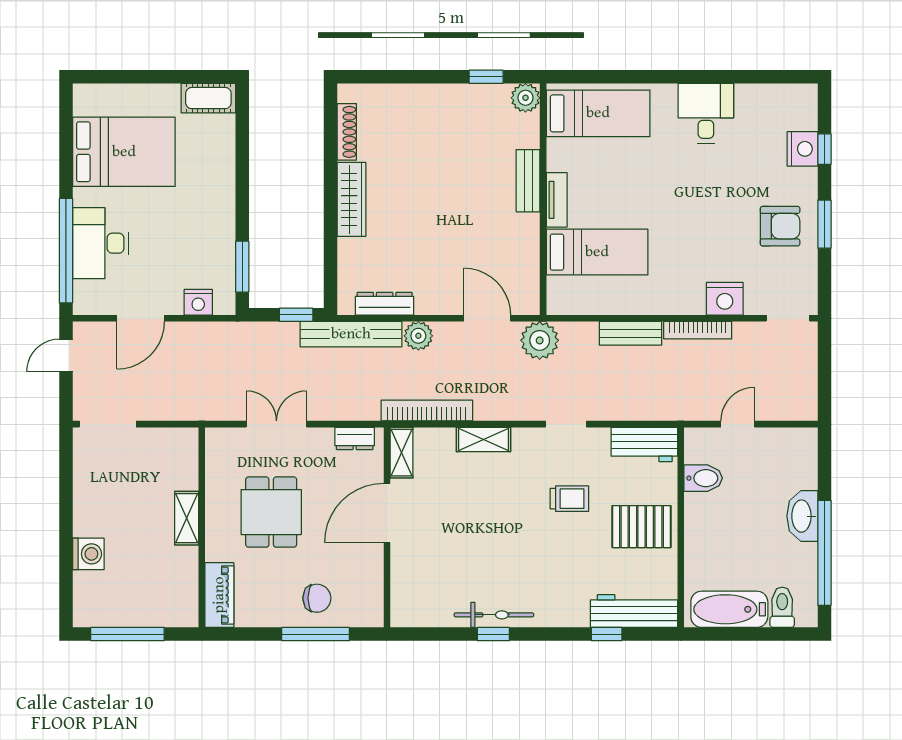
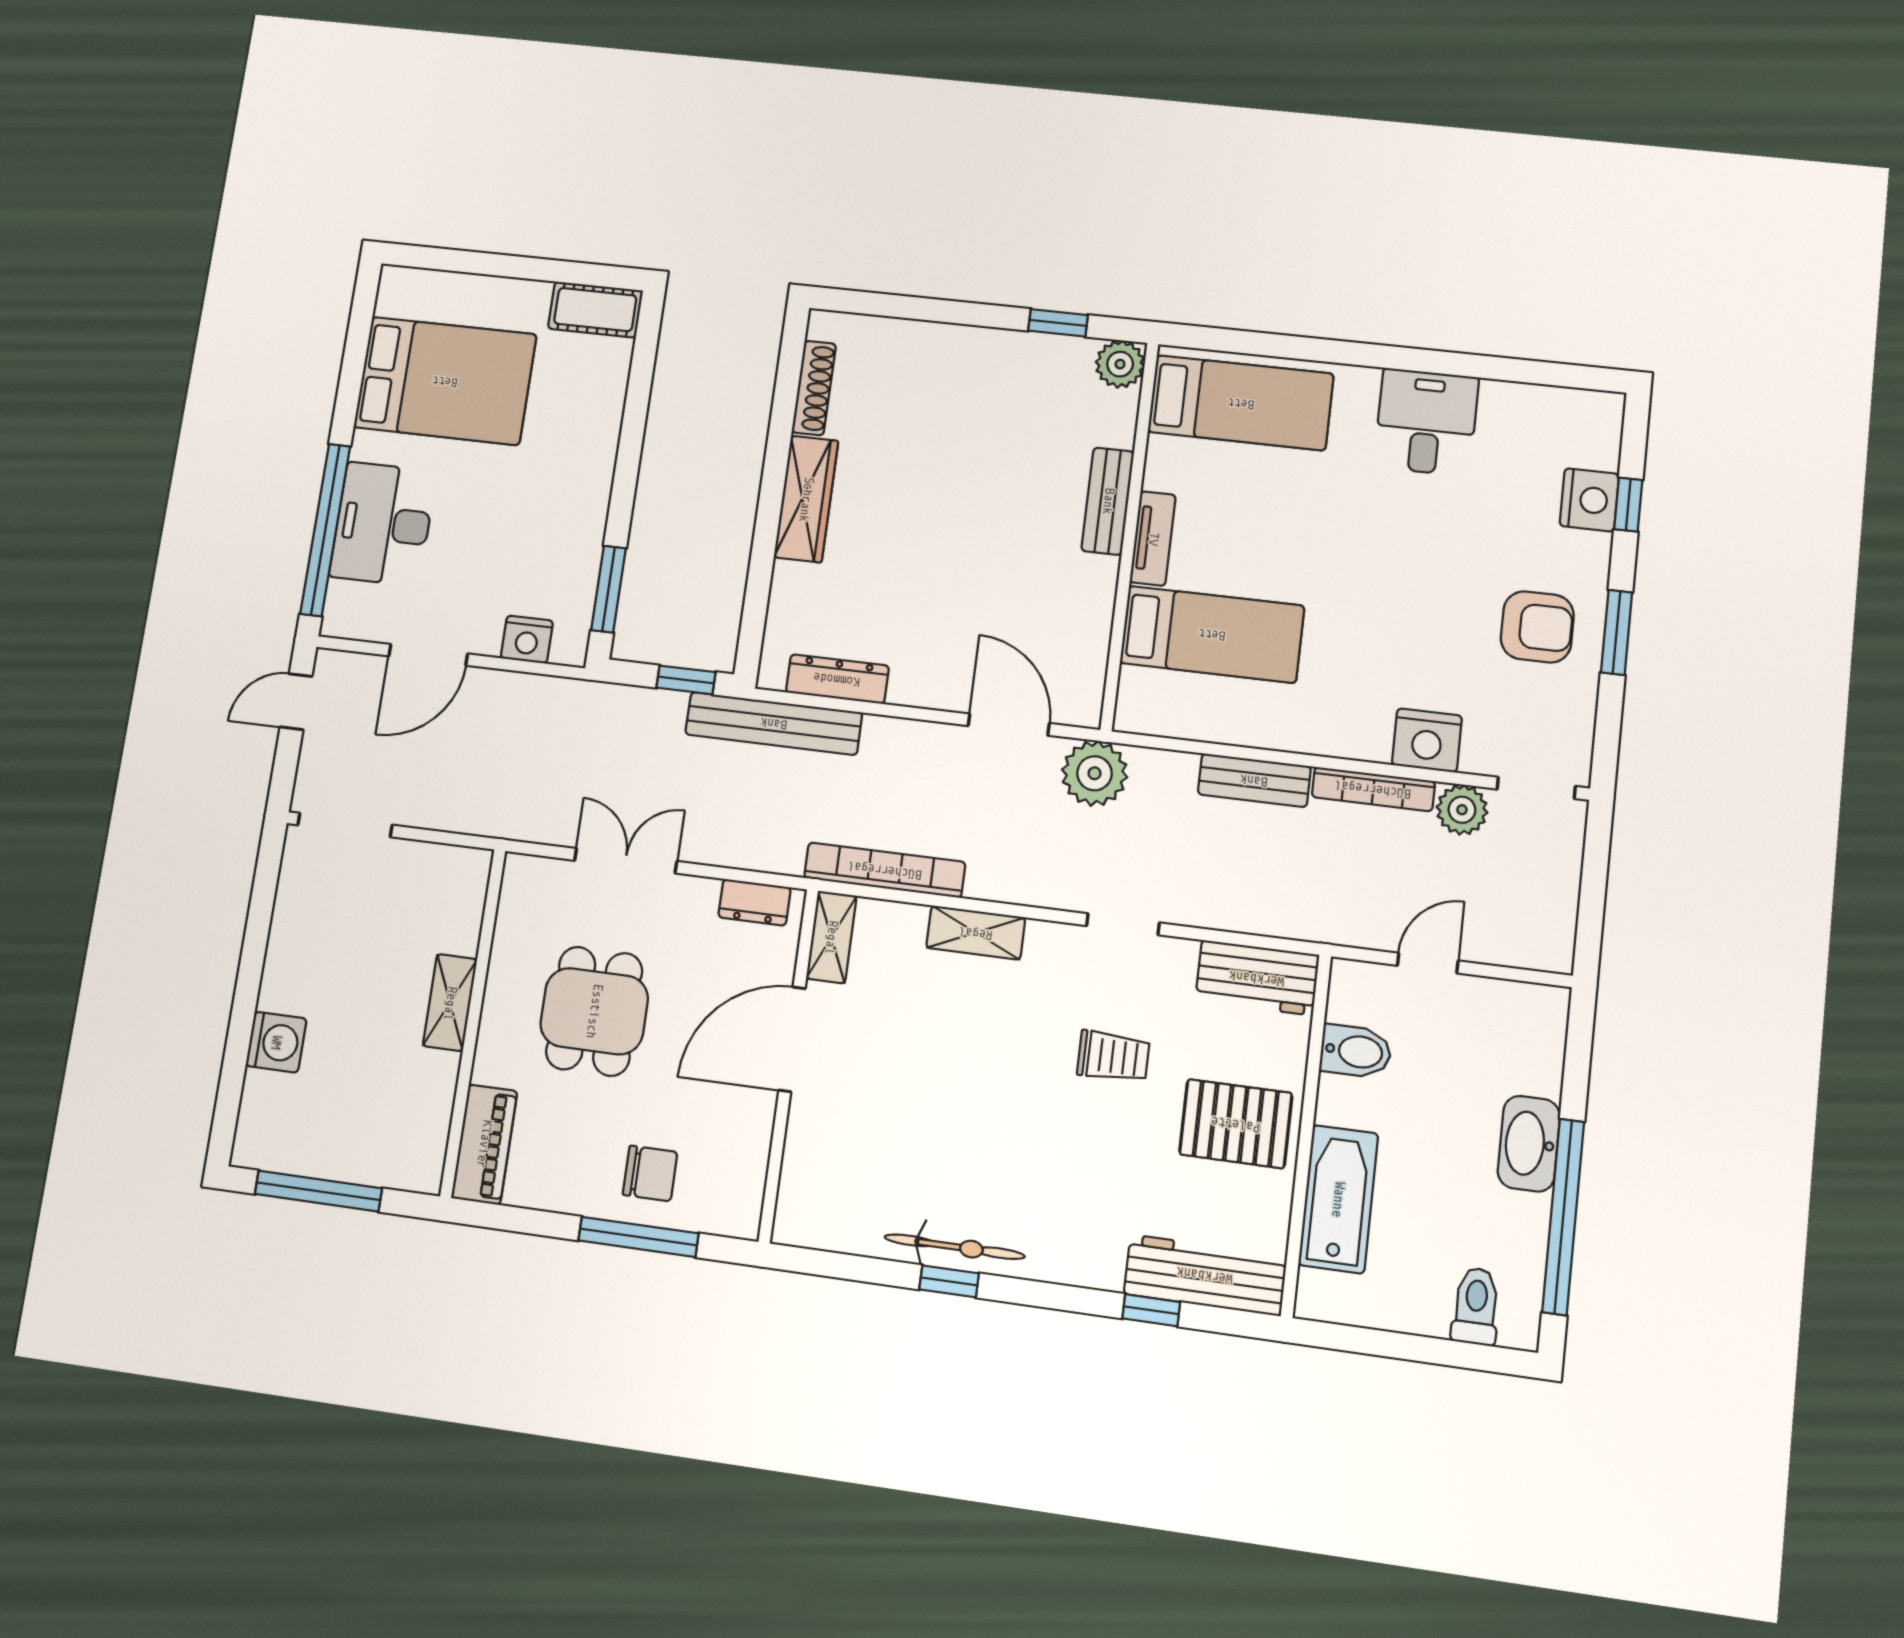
plant: (418, 336) -> (1462, 810), moved
bathtub: (729, 609) -> (1338, 1199), moved, turned 90

